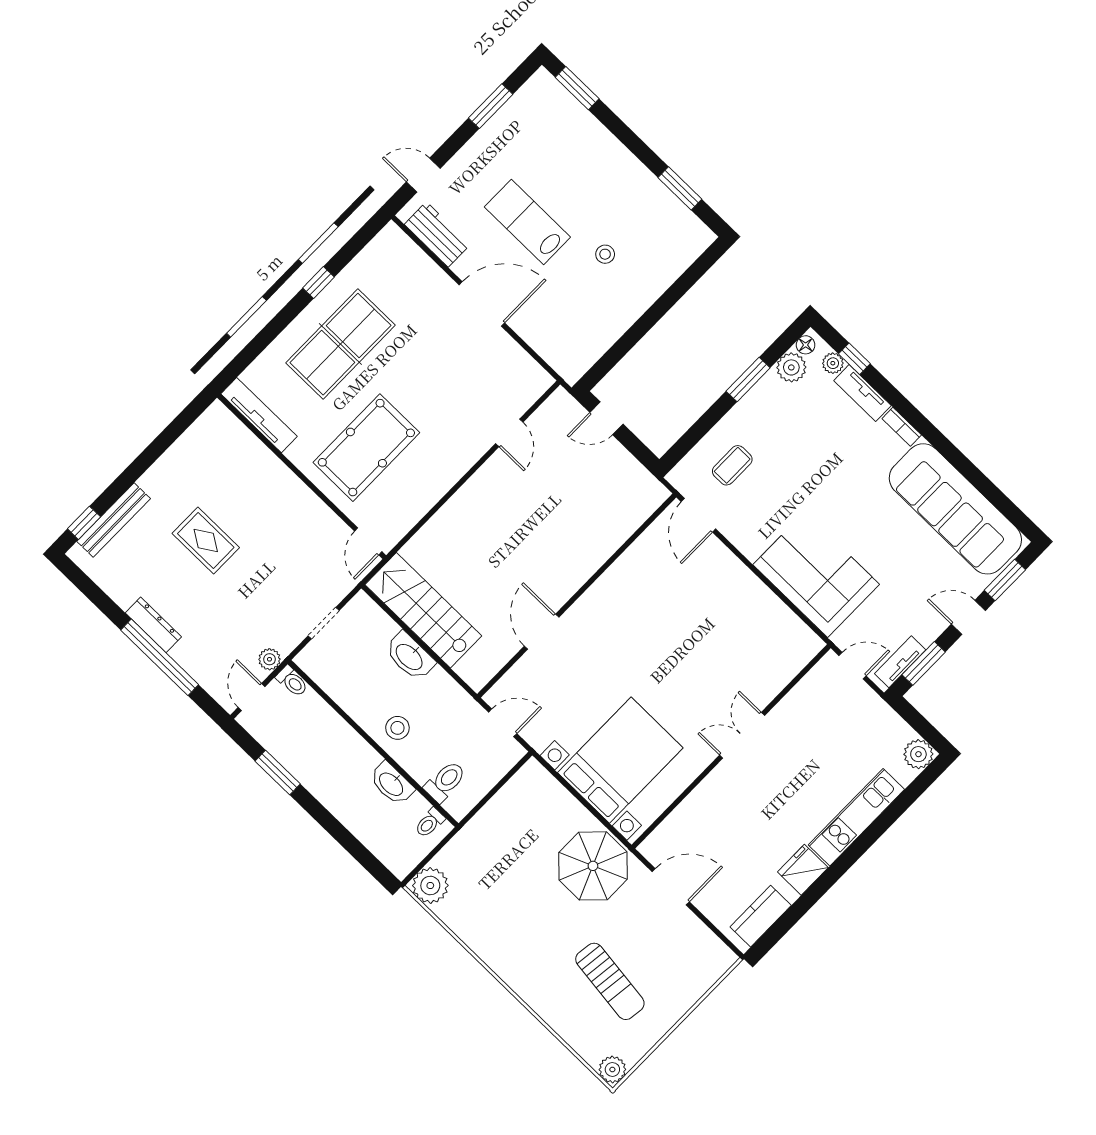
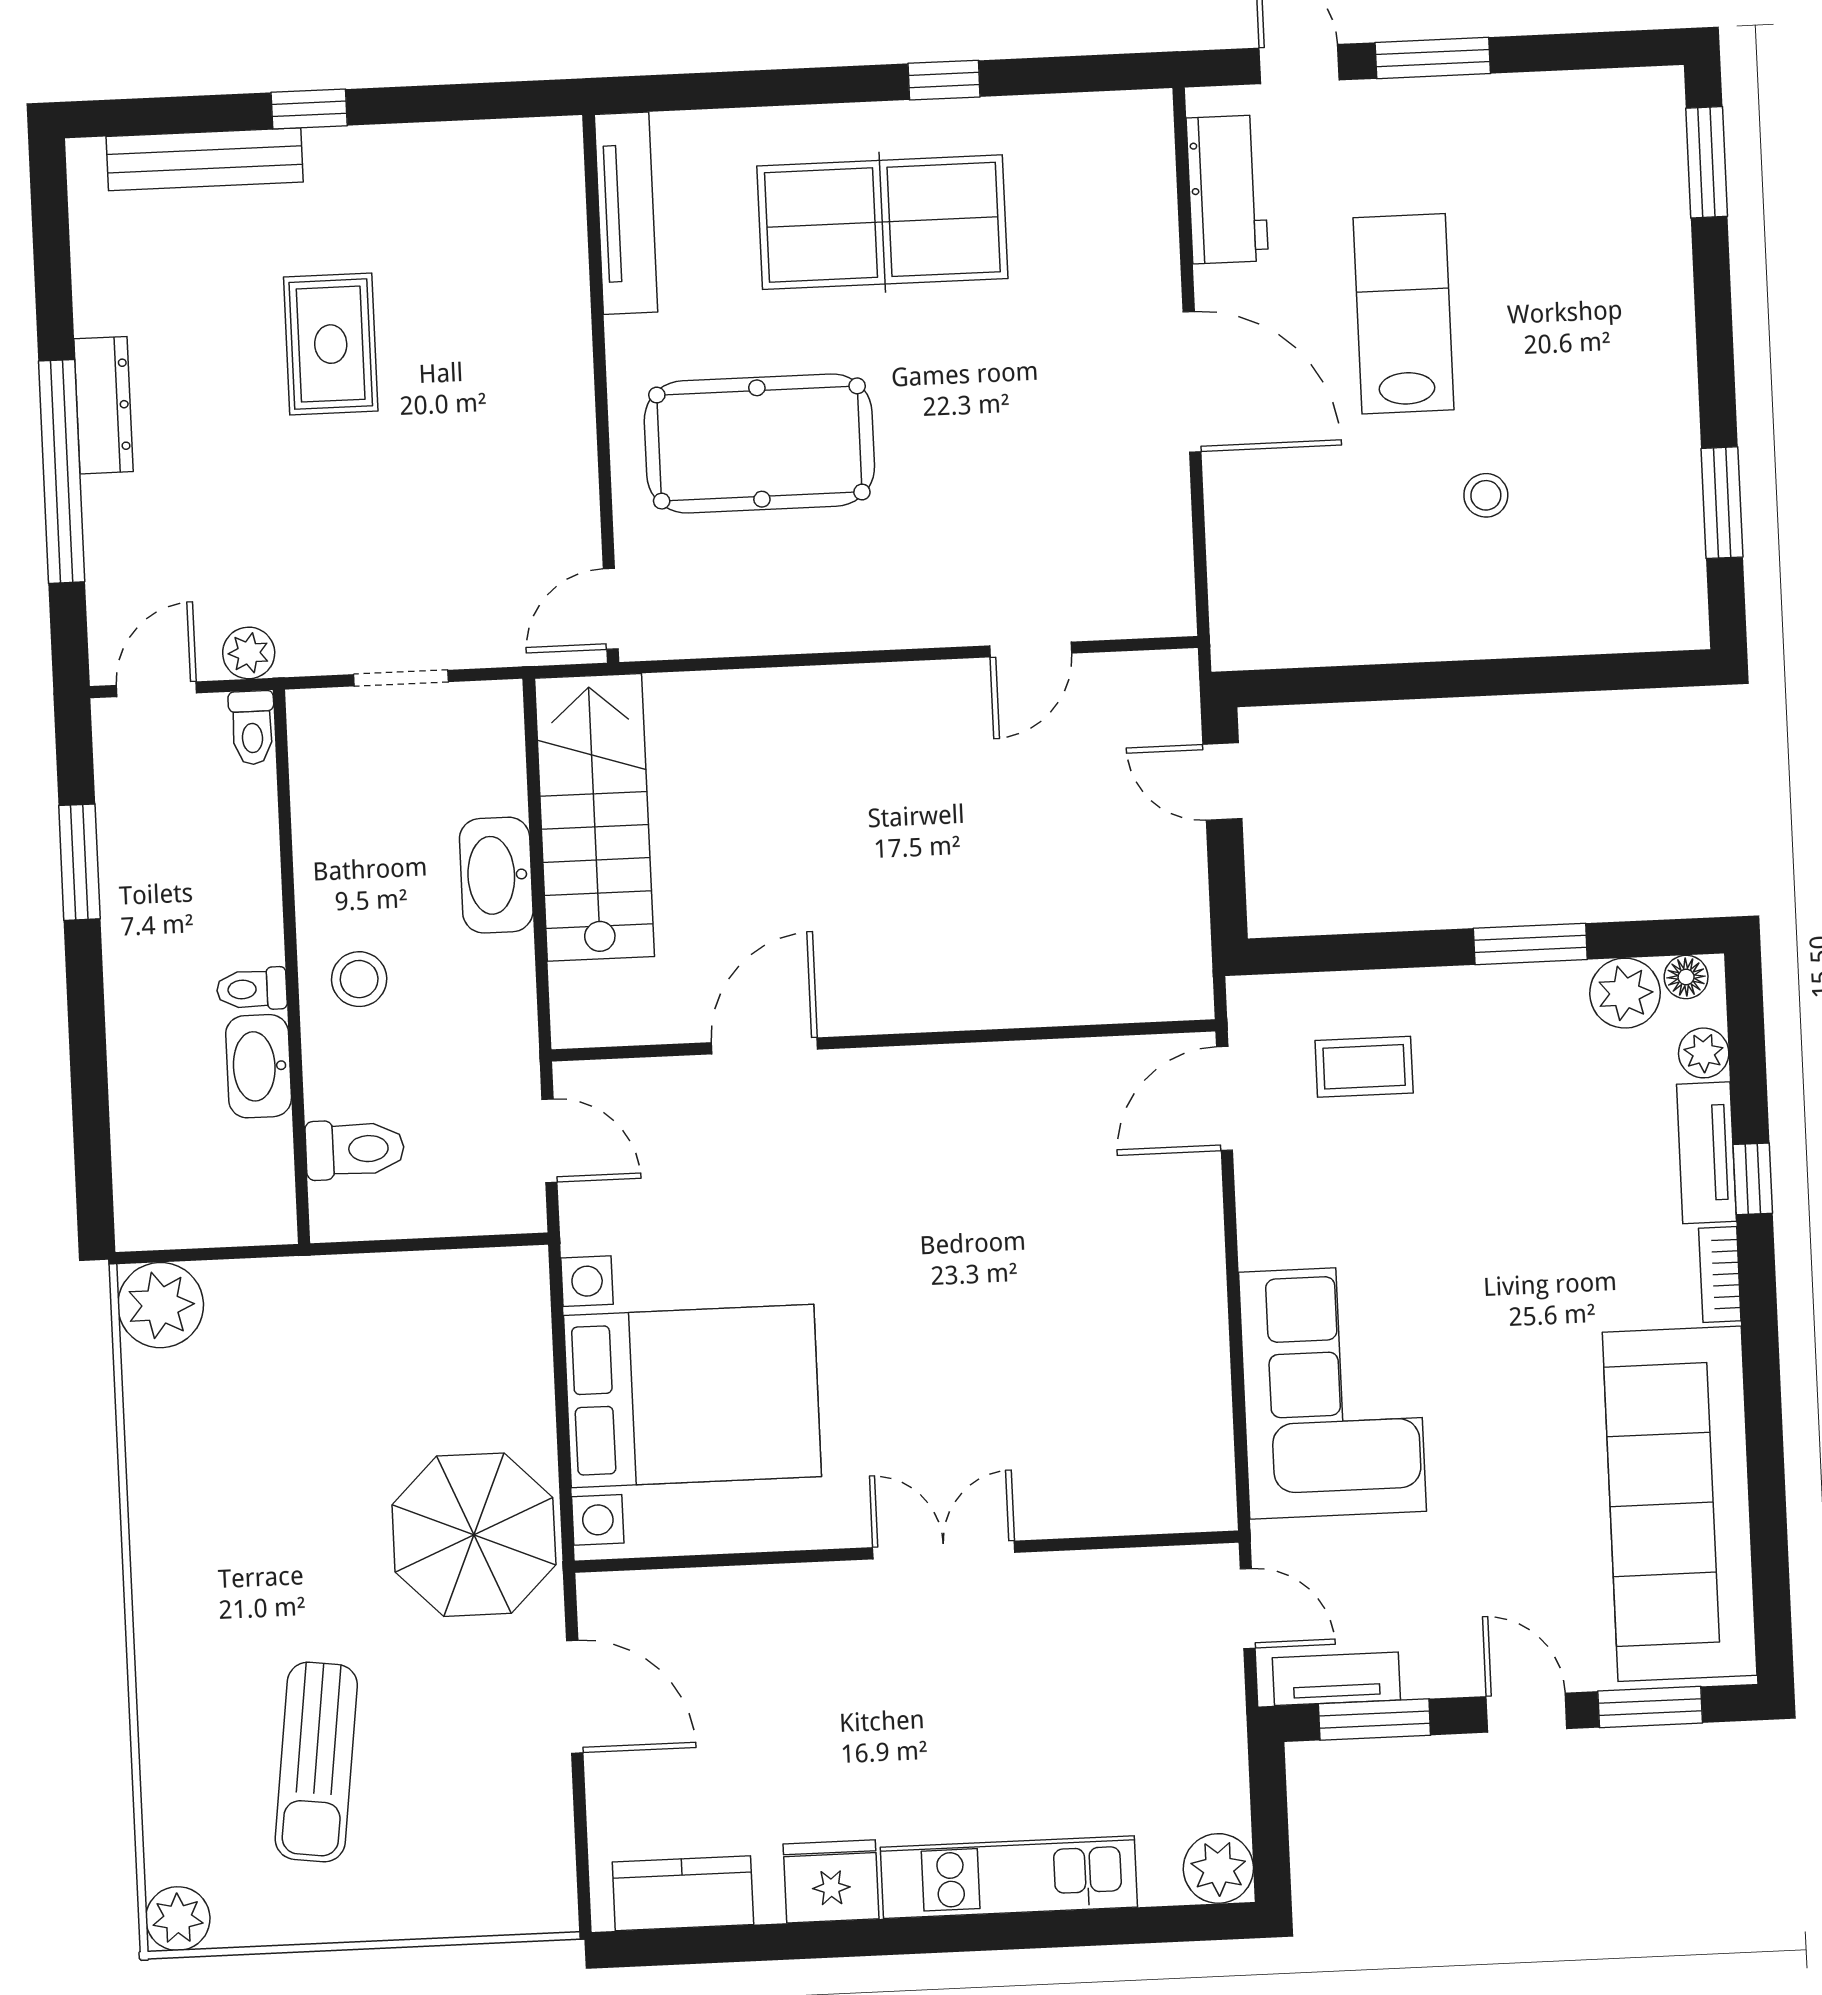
window: (491, 106) -> (1433, 58), moved
window: (854, 359) -> (1753, 1179), moved
window: (84, 523) -> (309, 109), moved
toilet: (430, 823) -> (252, 989), moved

